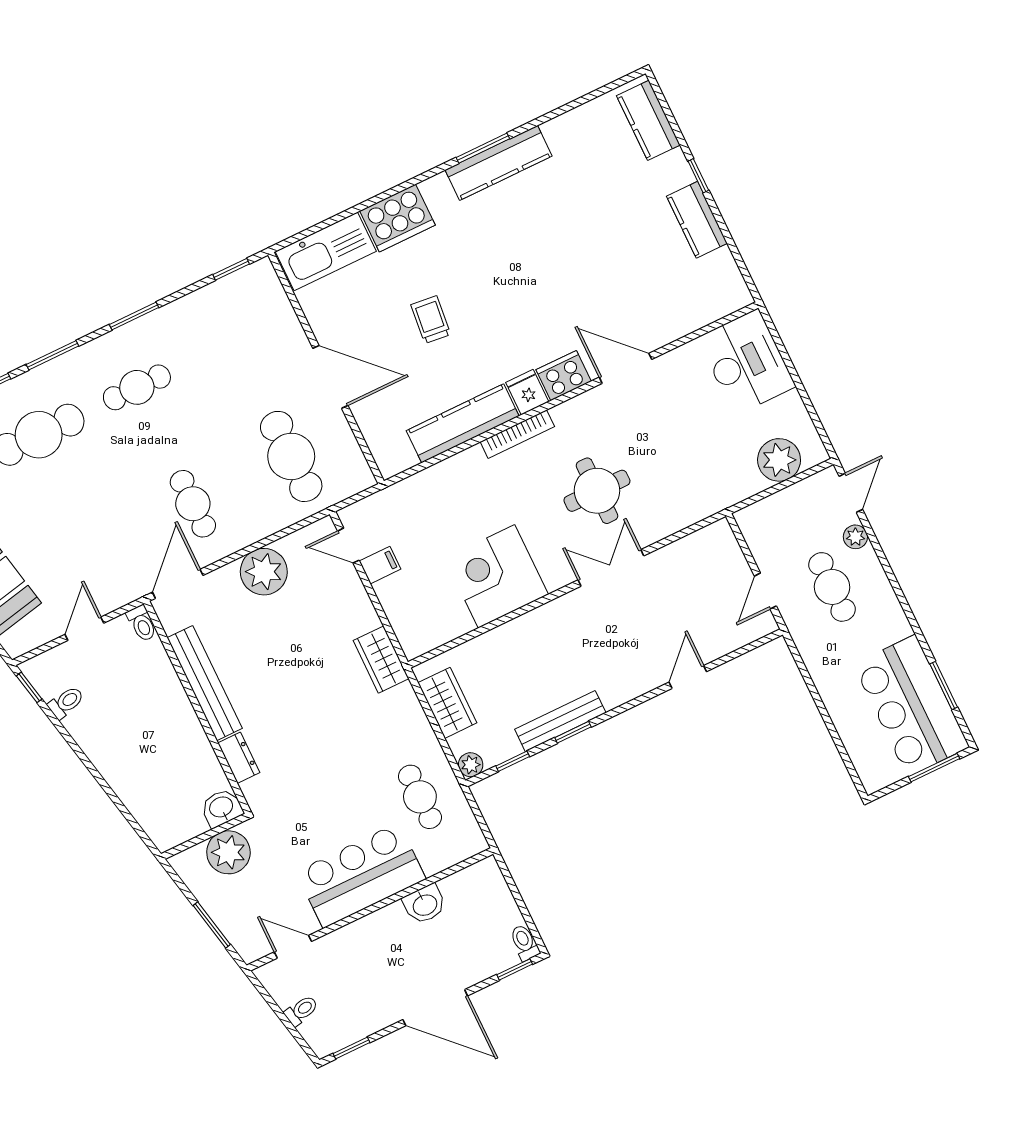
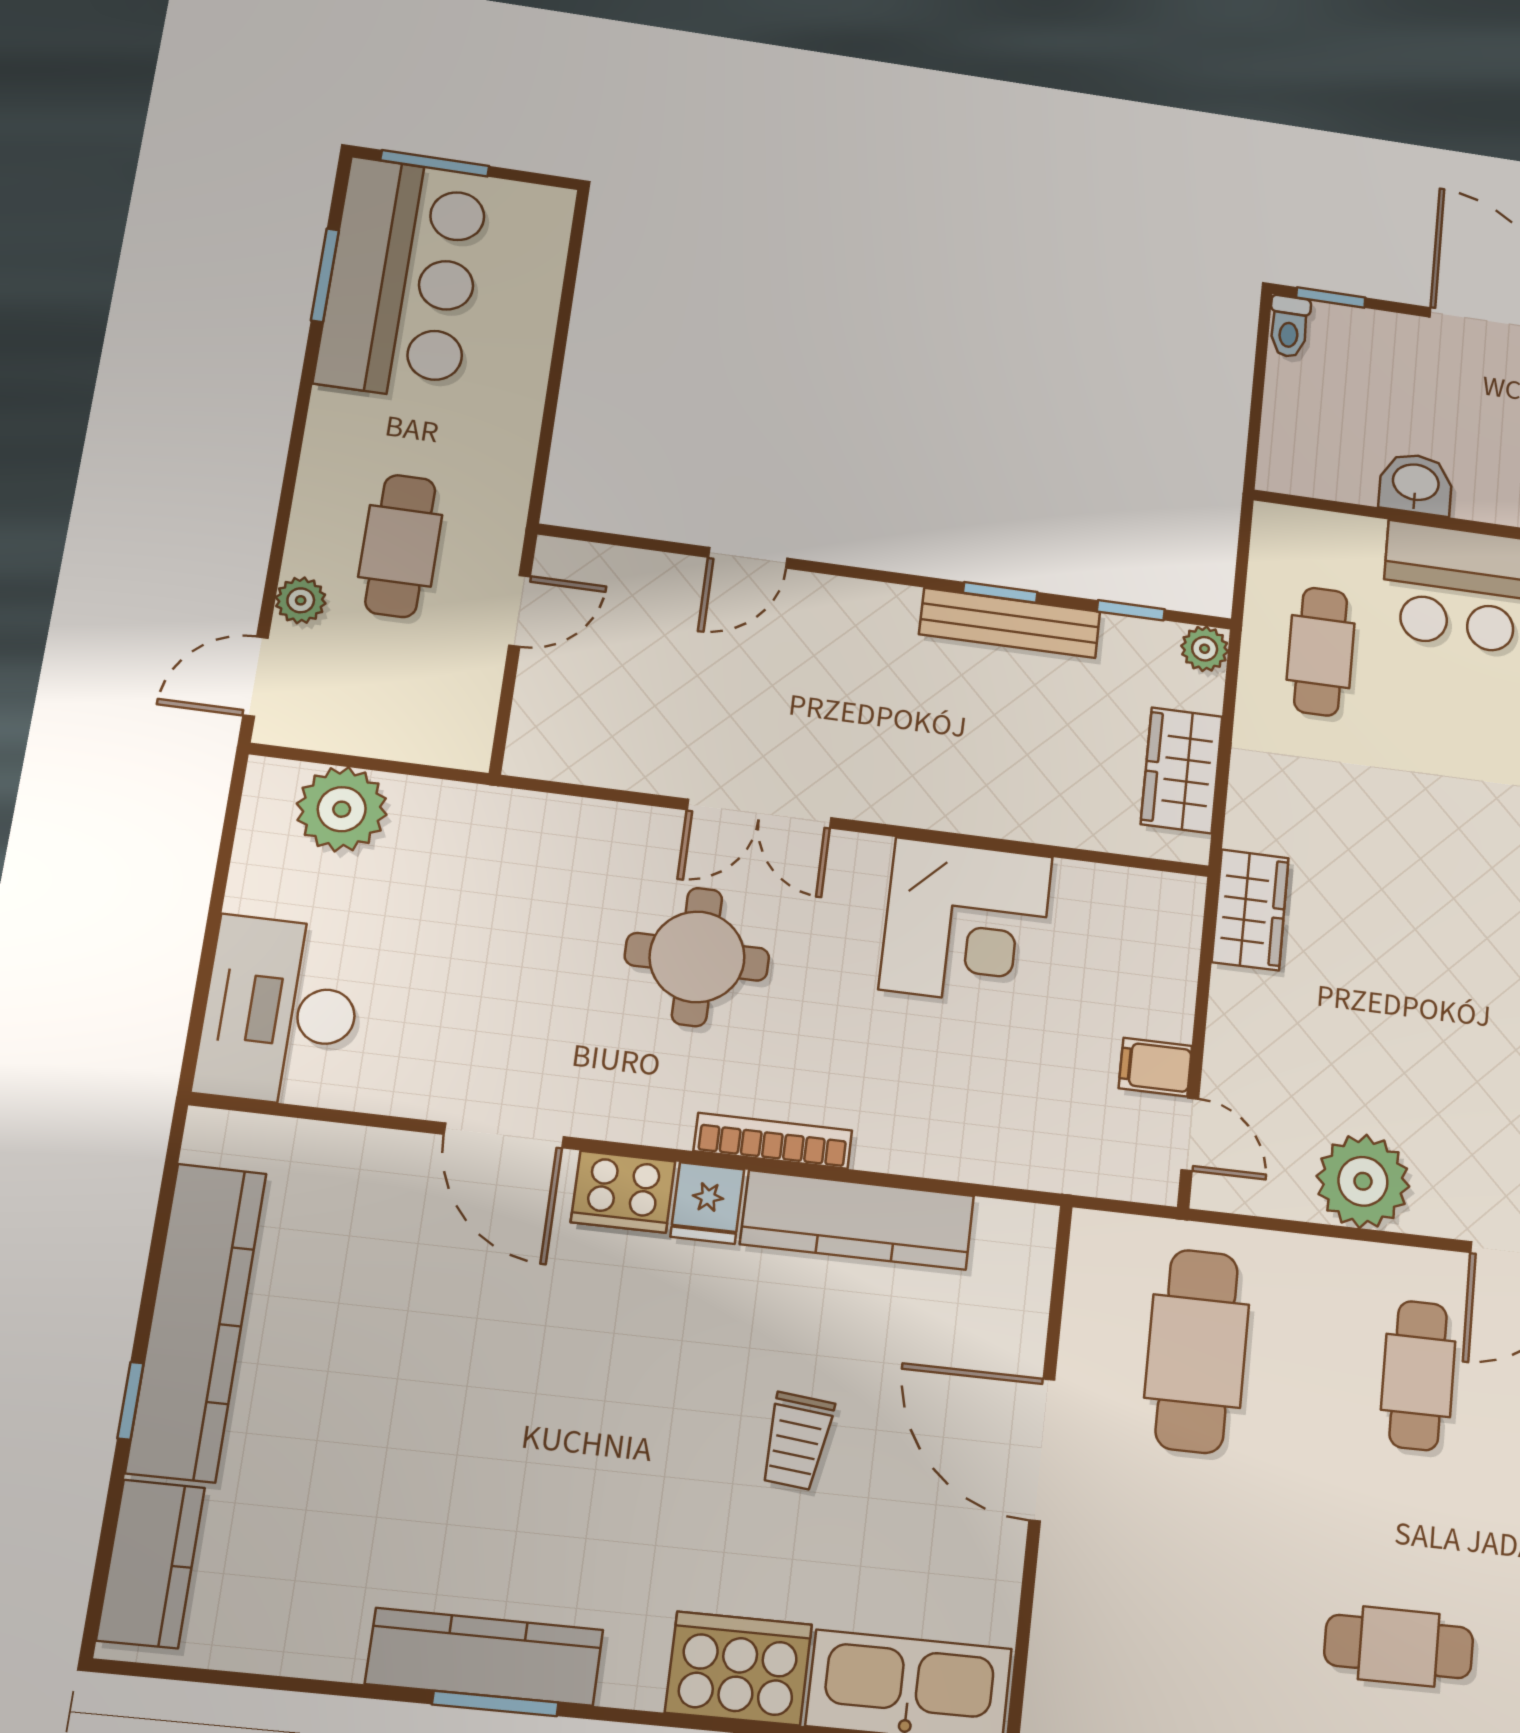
kitchen counter: (697, 220) -> (196, 1322), width x2.08, depth x1.17

